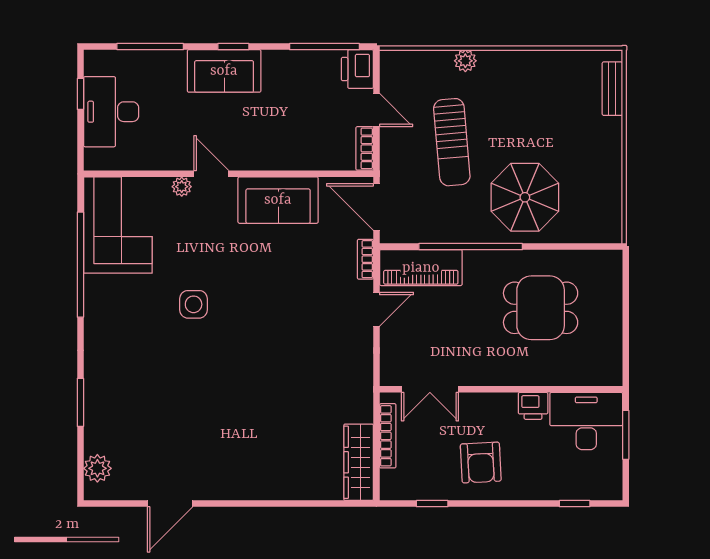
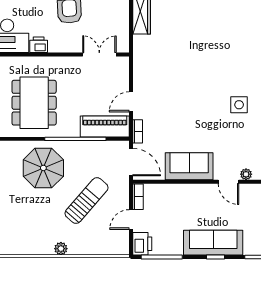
plant: (465, 61) -> (61, 249), moved
sofa: (224, 71) -> (213, 243), width x1.36
door: (376, 110) -> (131, 220), hinge flipped
sun lounger: (452, 142) -> (86, 201), turned 46
dining table: (541, 308) -> (34, 103), width x1.37
bookcase: (388, 436) -> (124, 27), removed

